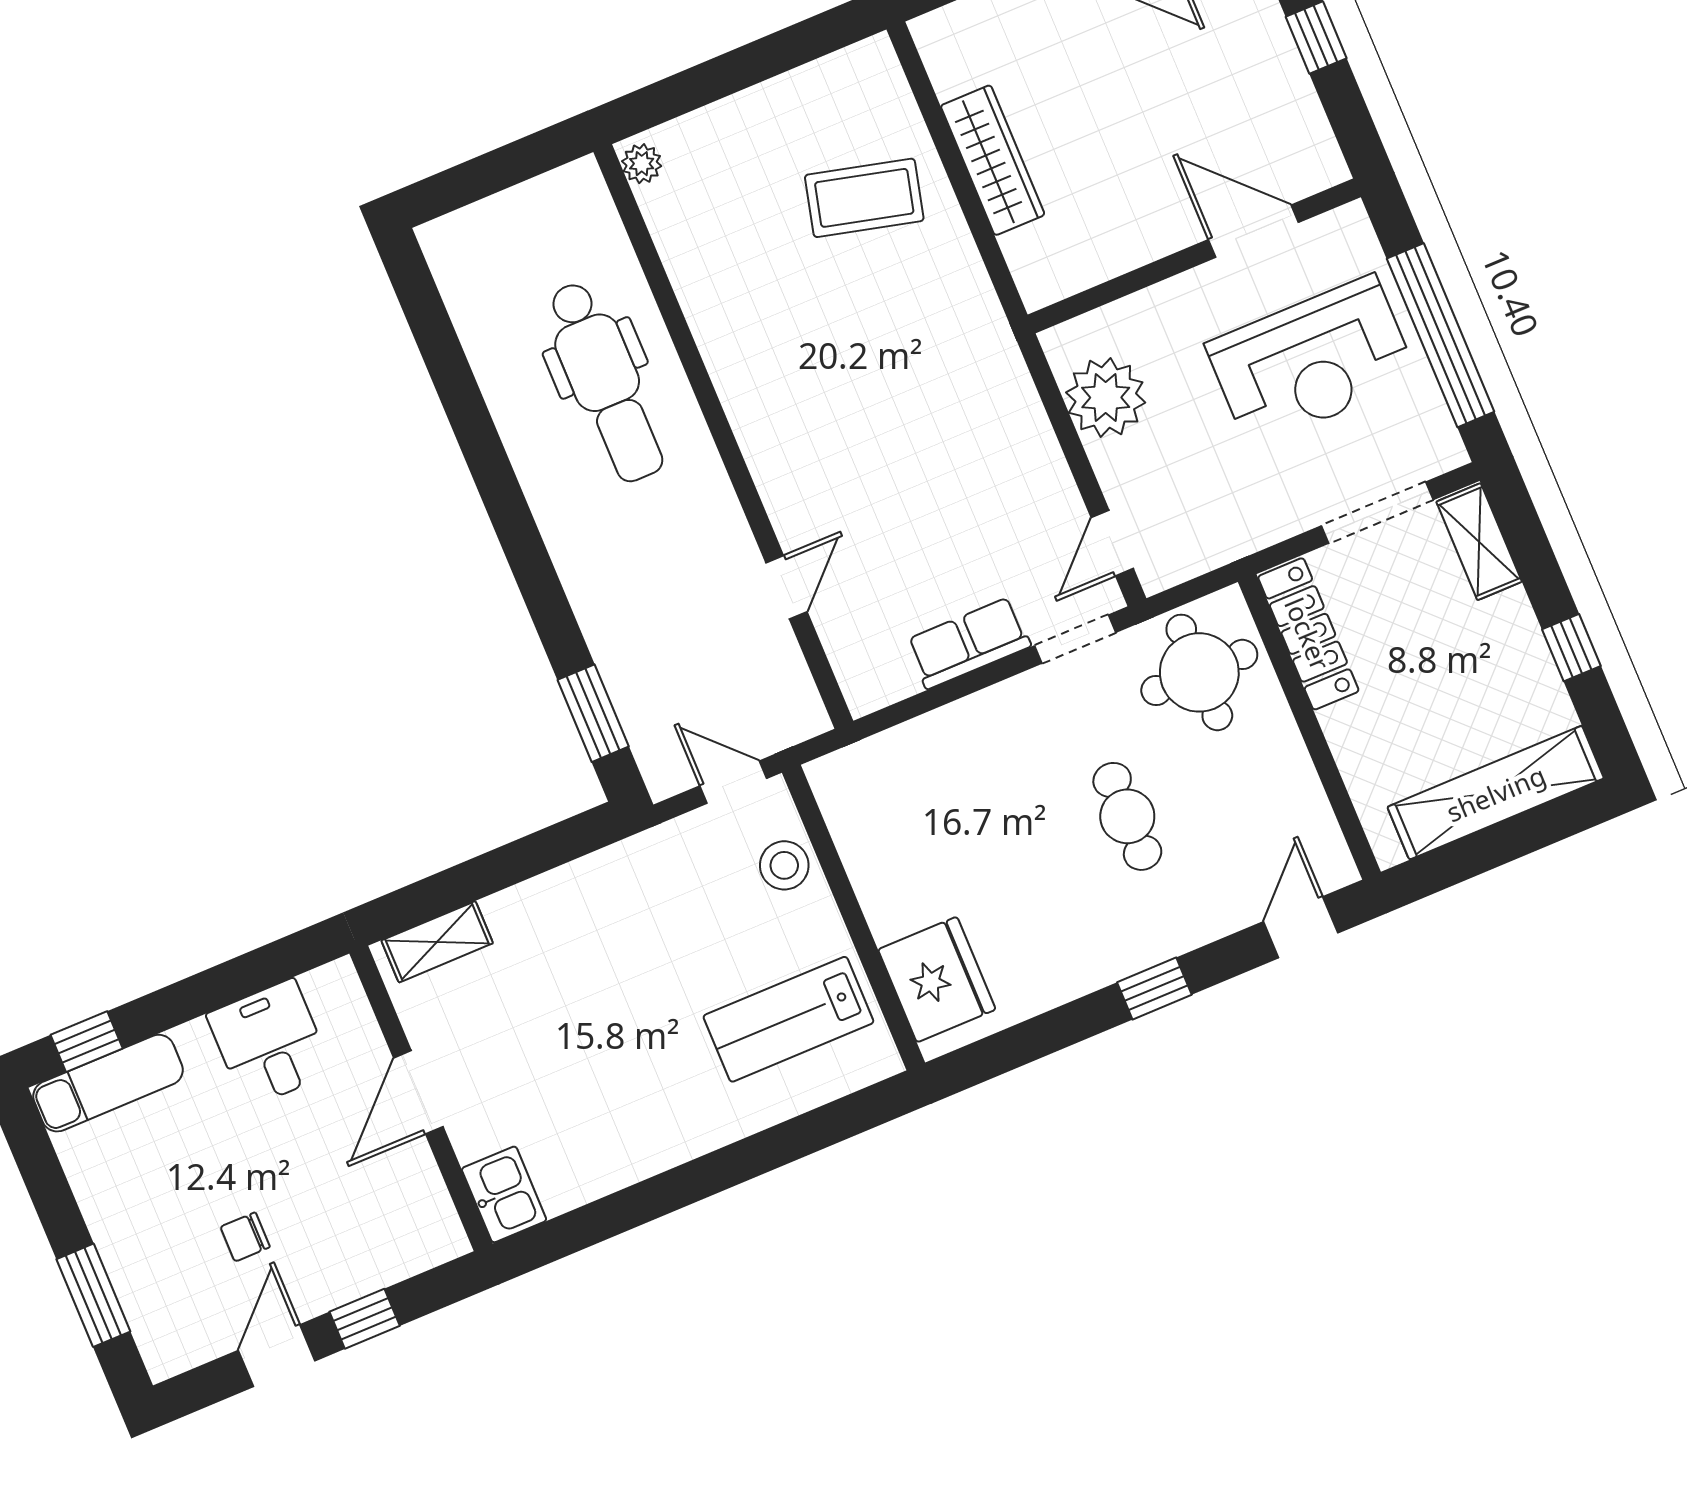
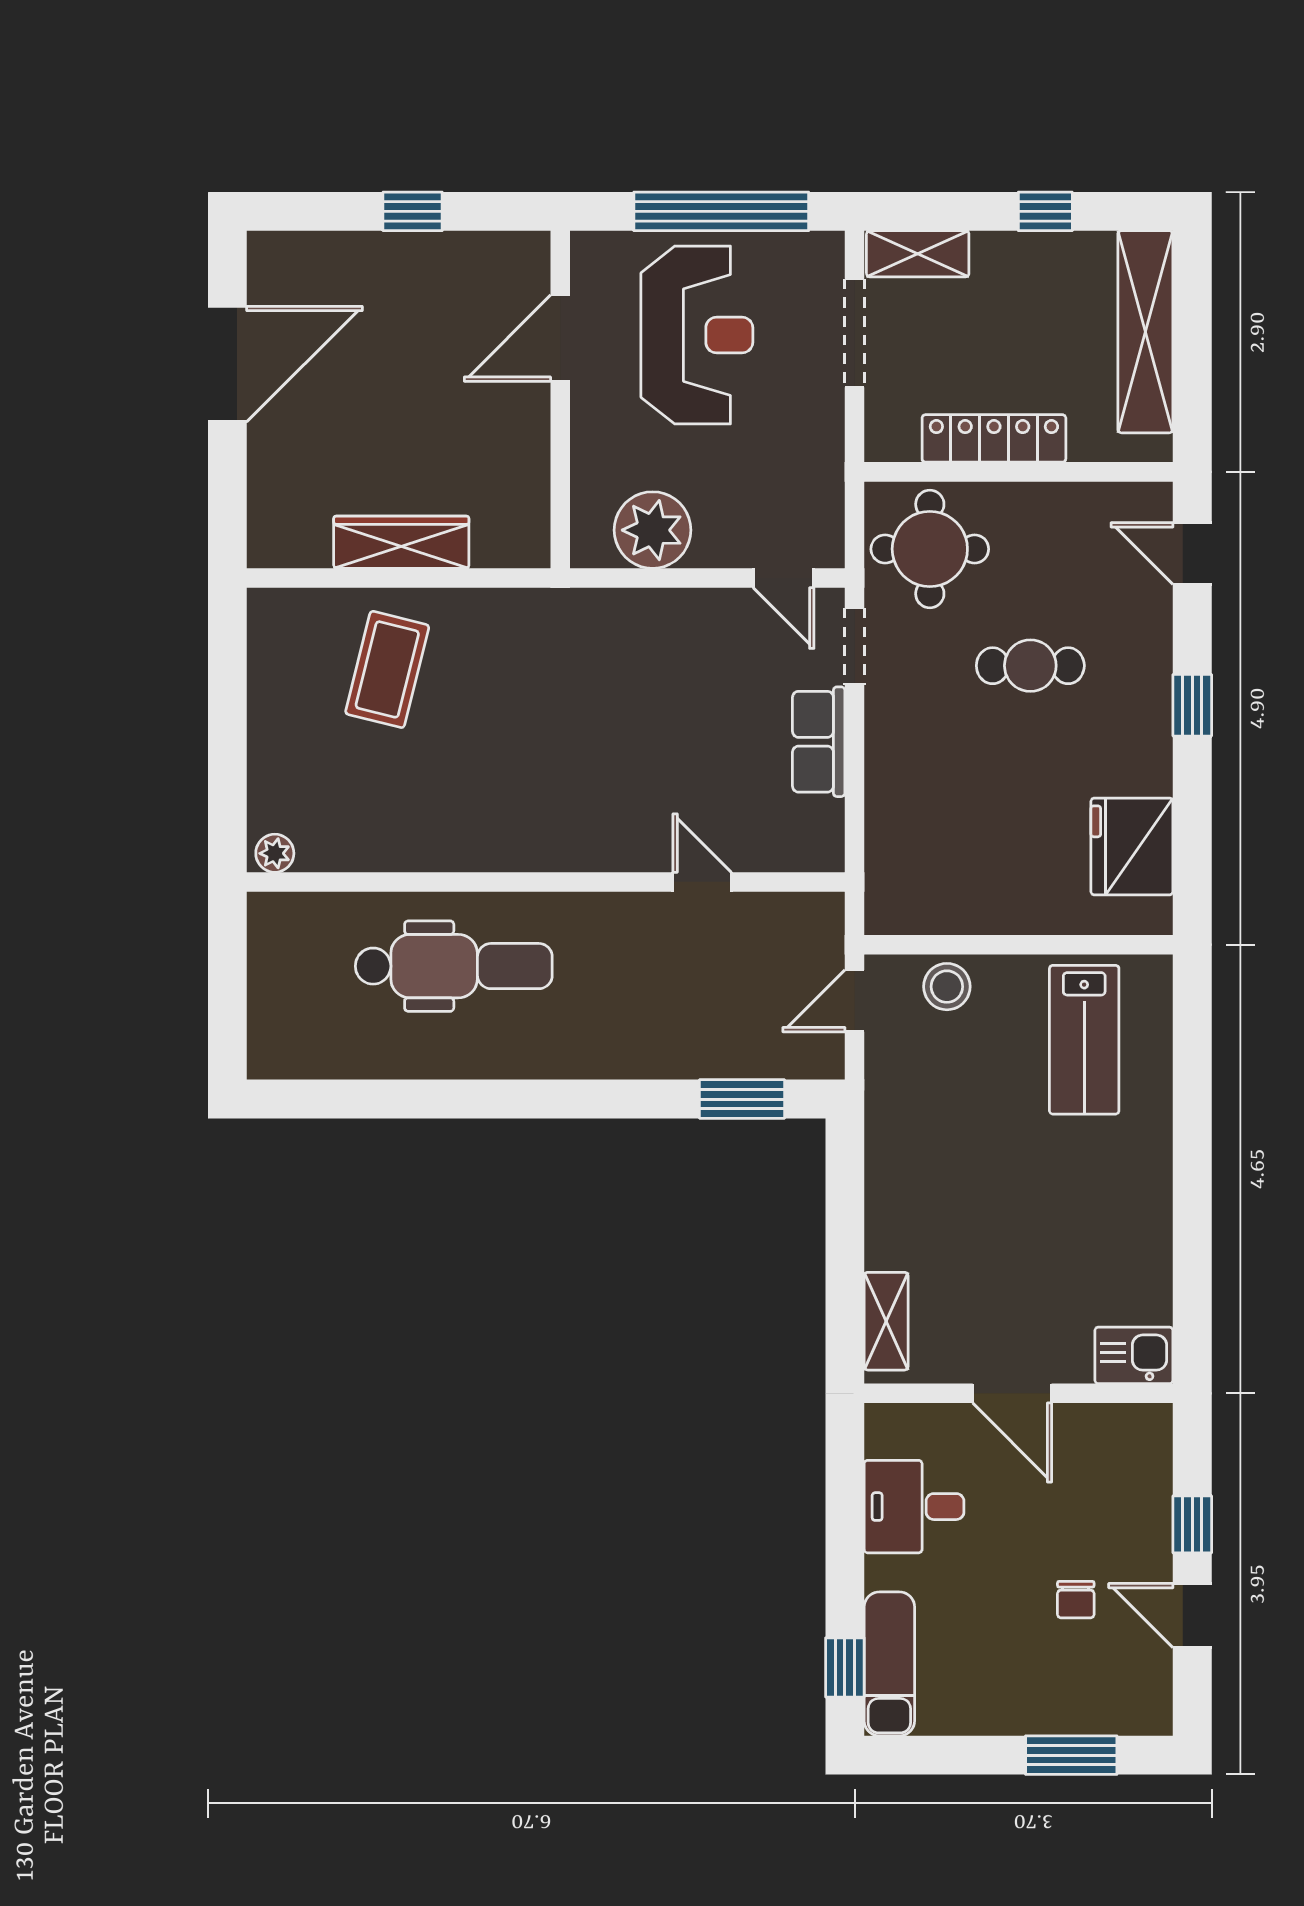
locker: (1308, 634) -> (994, 438), moved
fridge: (937, 980) -> (1132, 846), moved, turned -90

